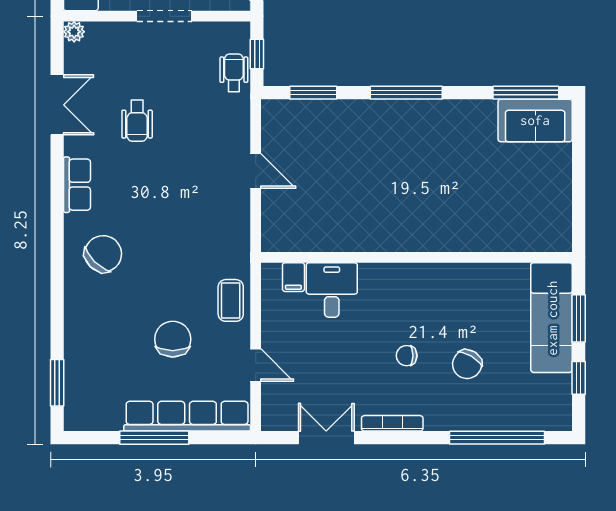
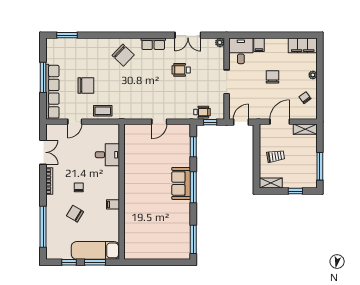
sofa: (535, 120) -> (181, 183), moved
filing cabinet: (293, 277) -> (113, 204), moved

